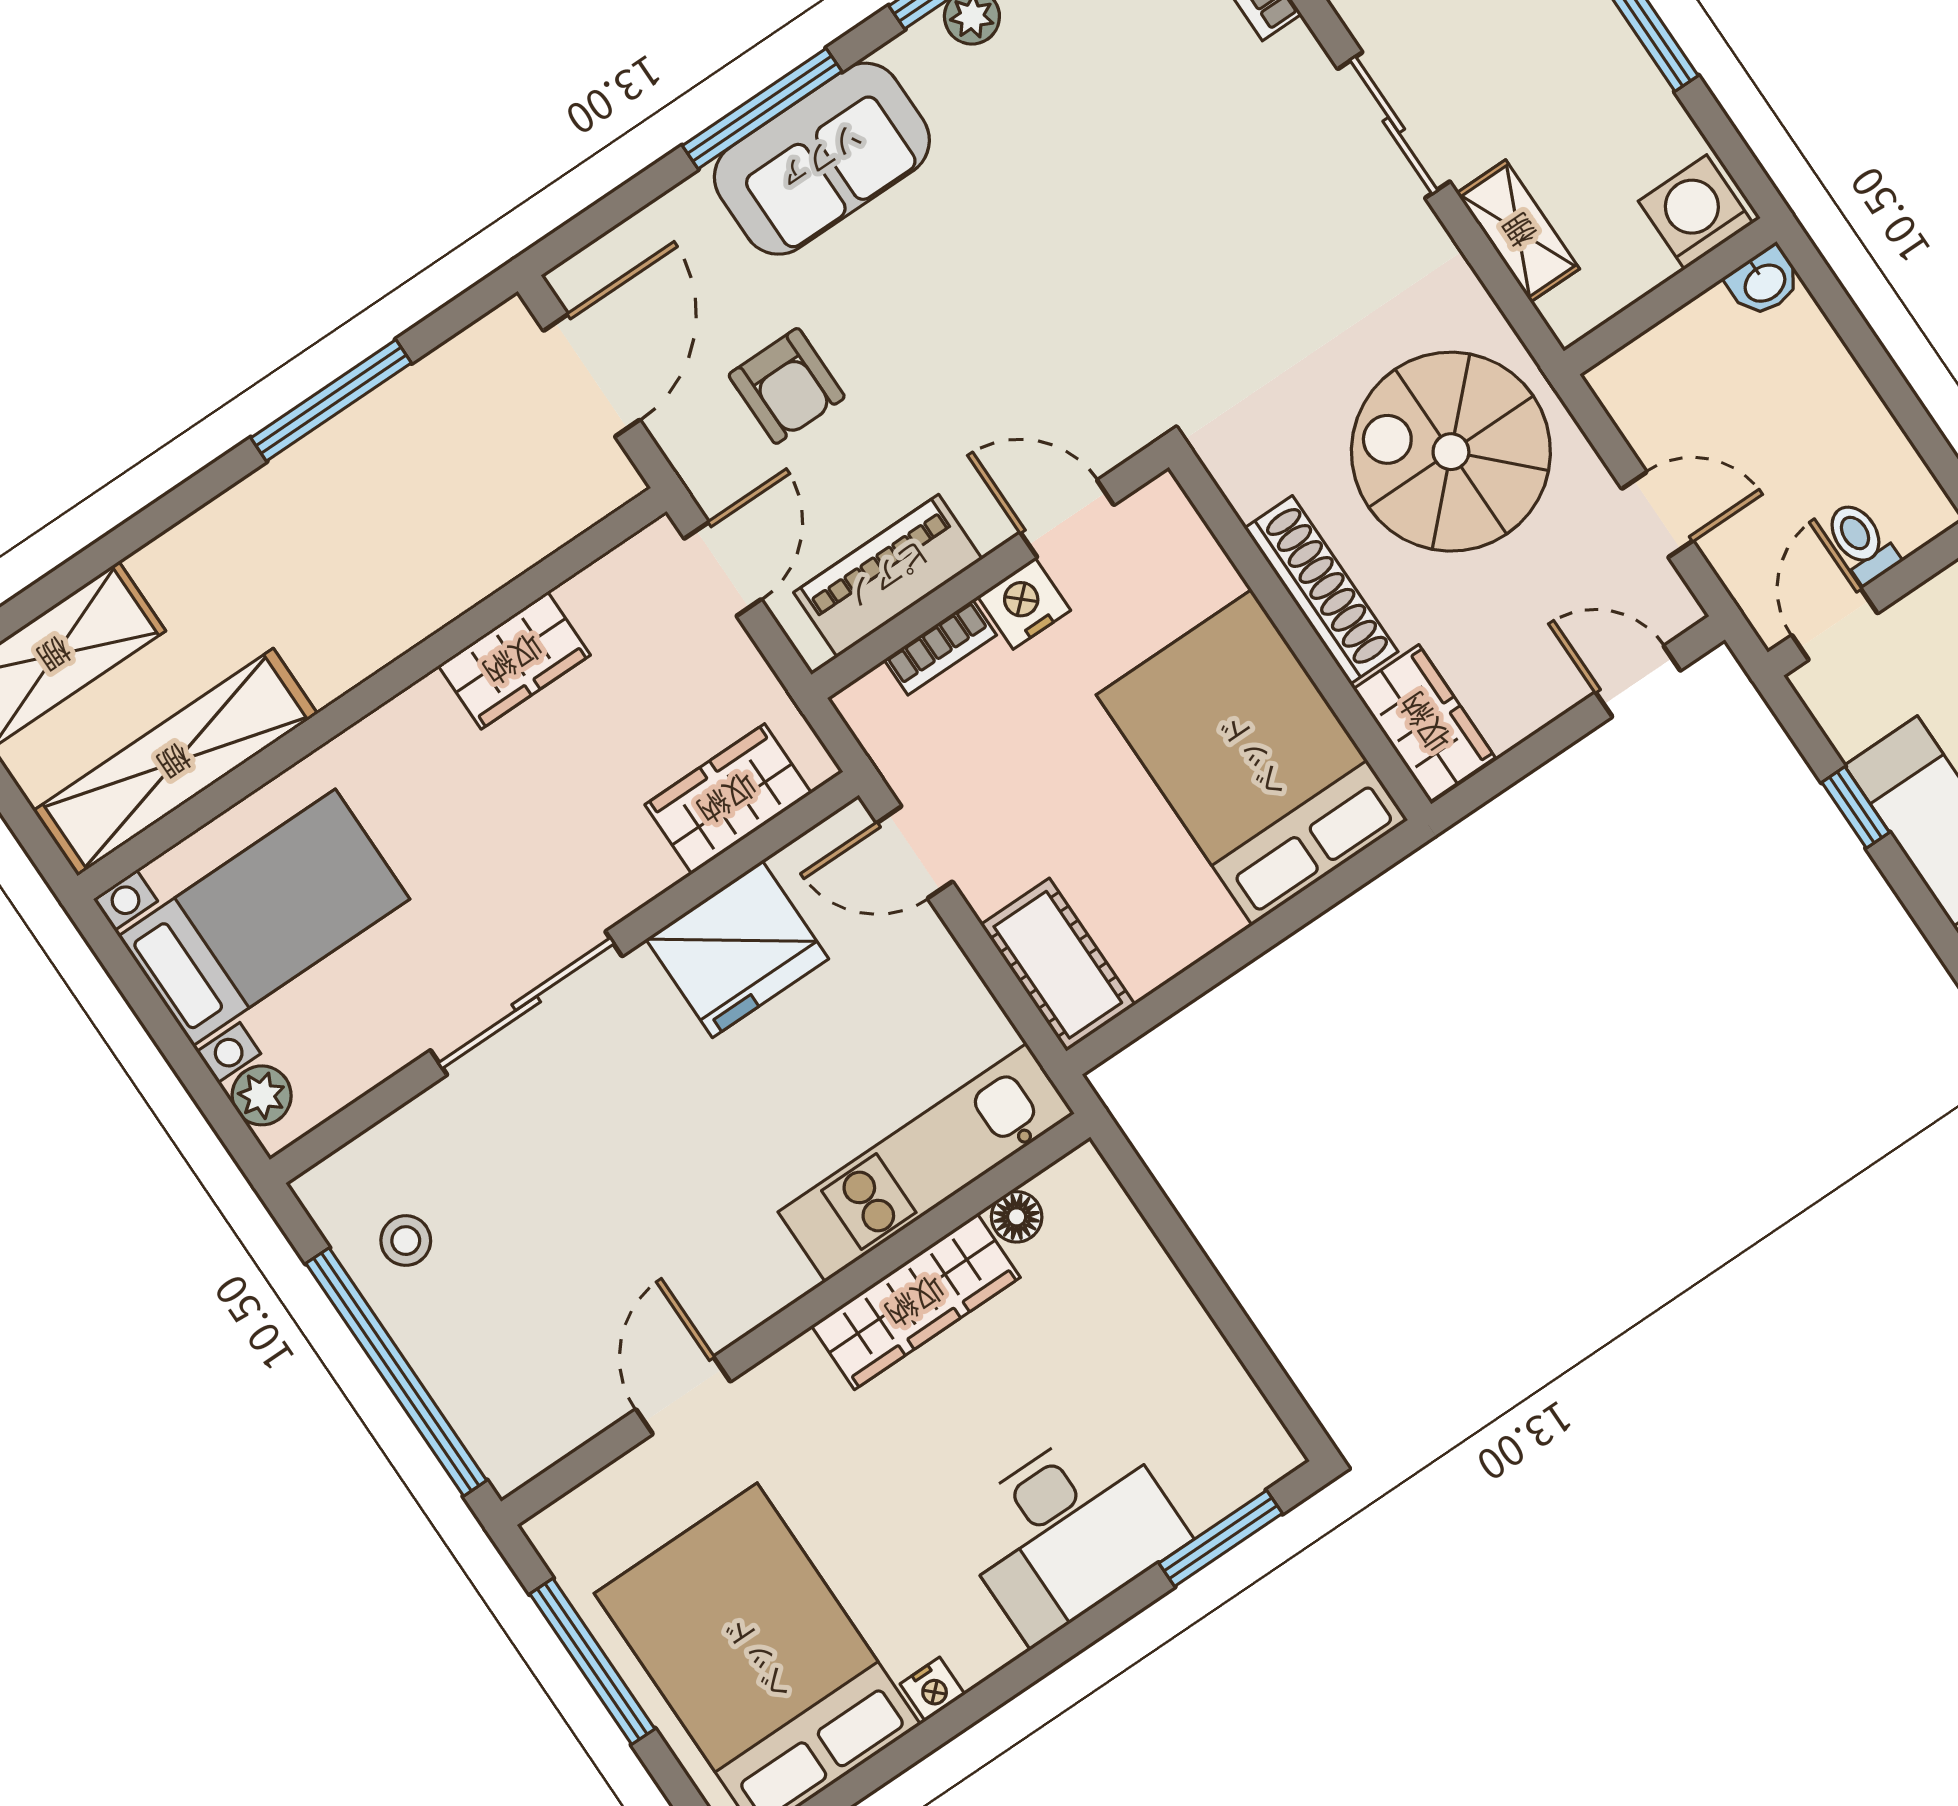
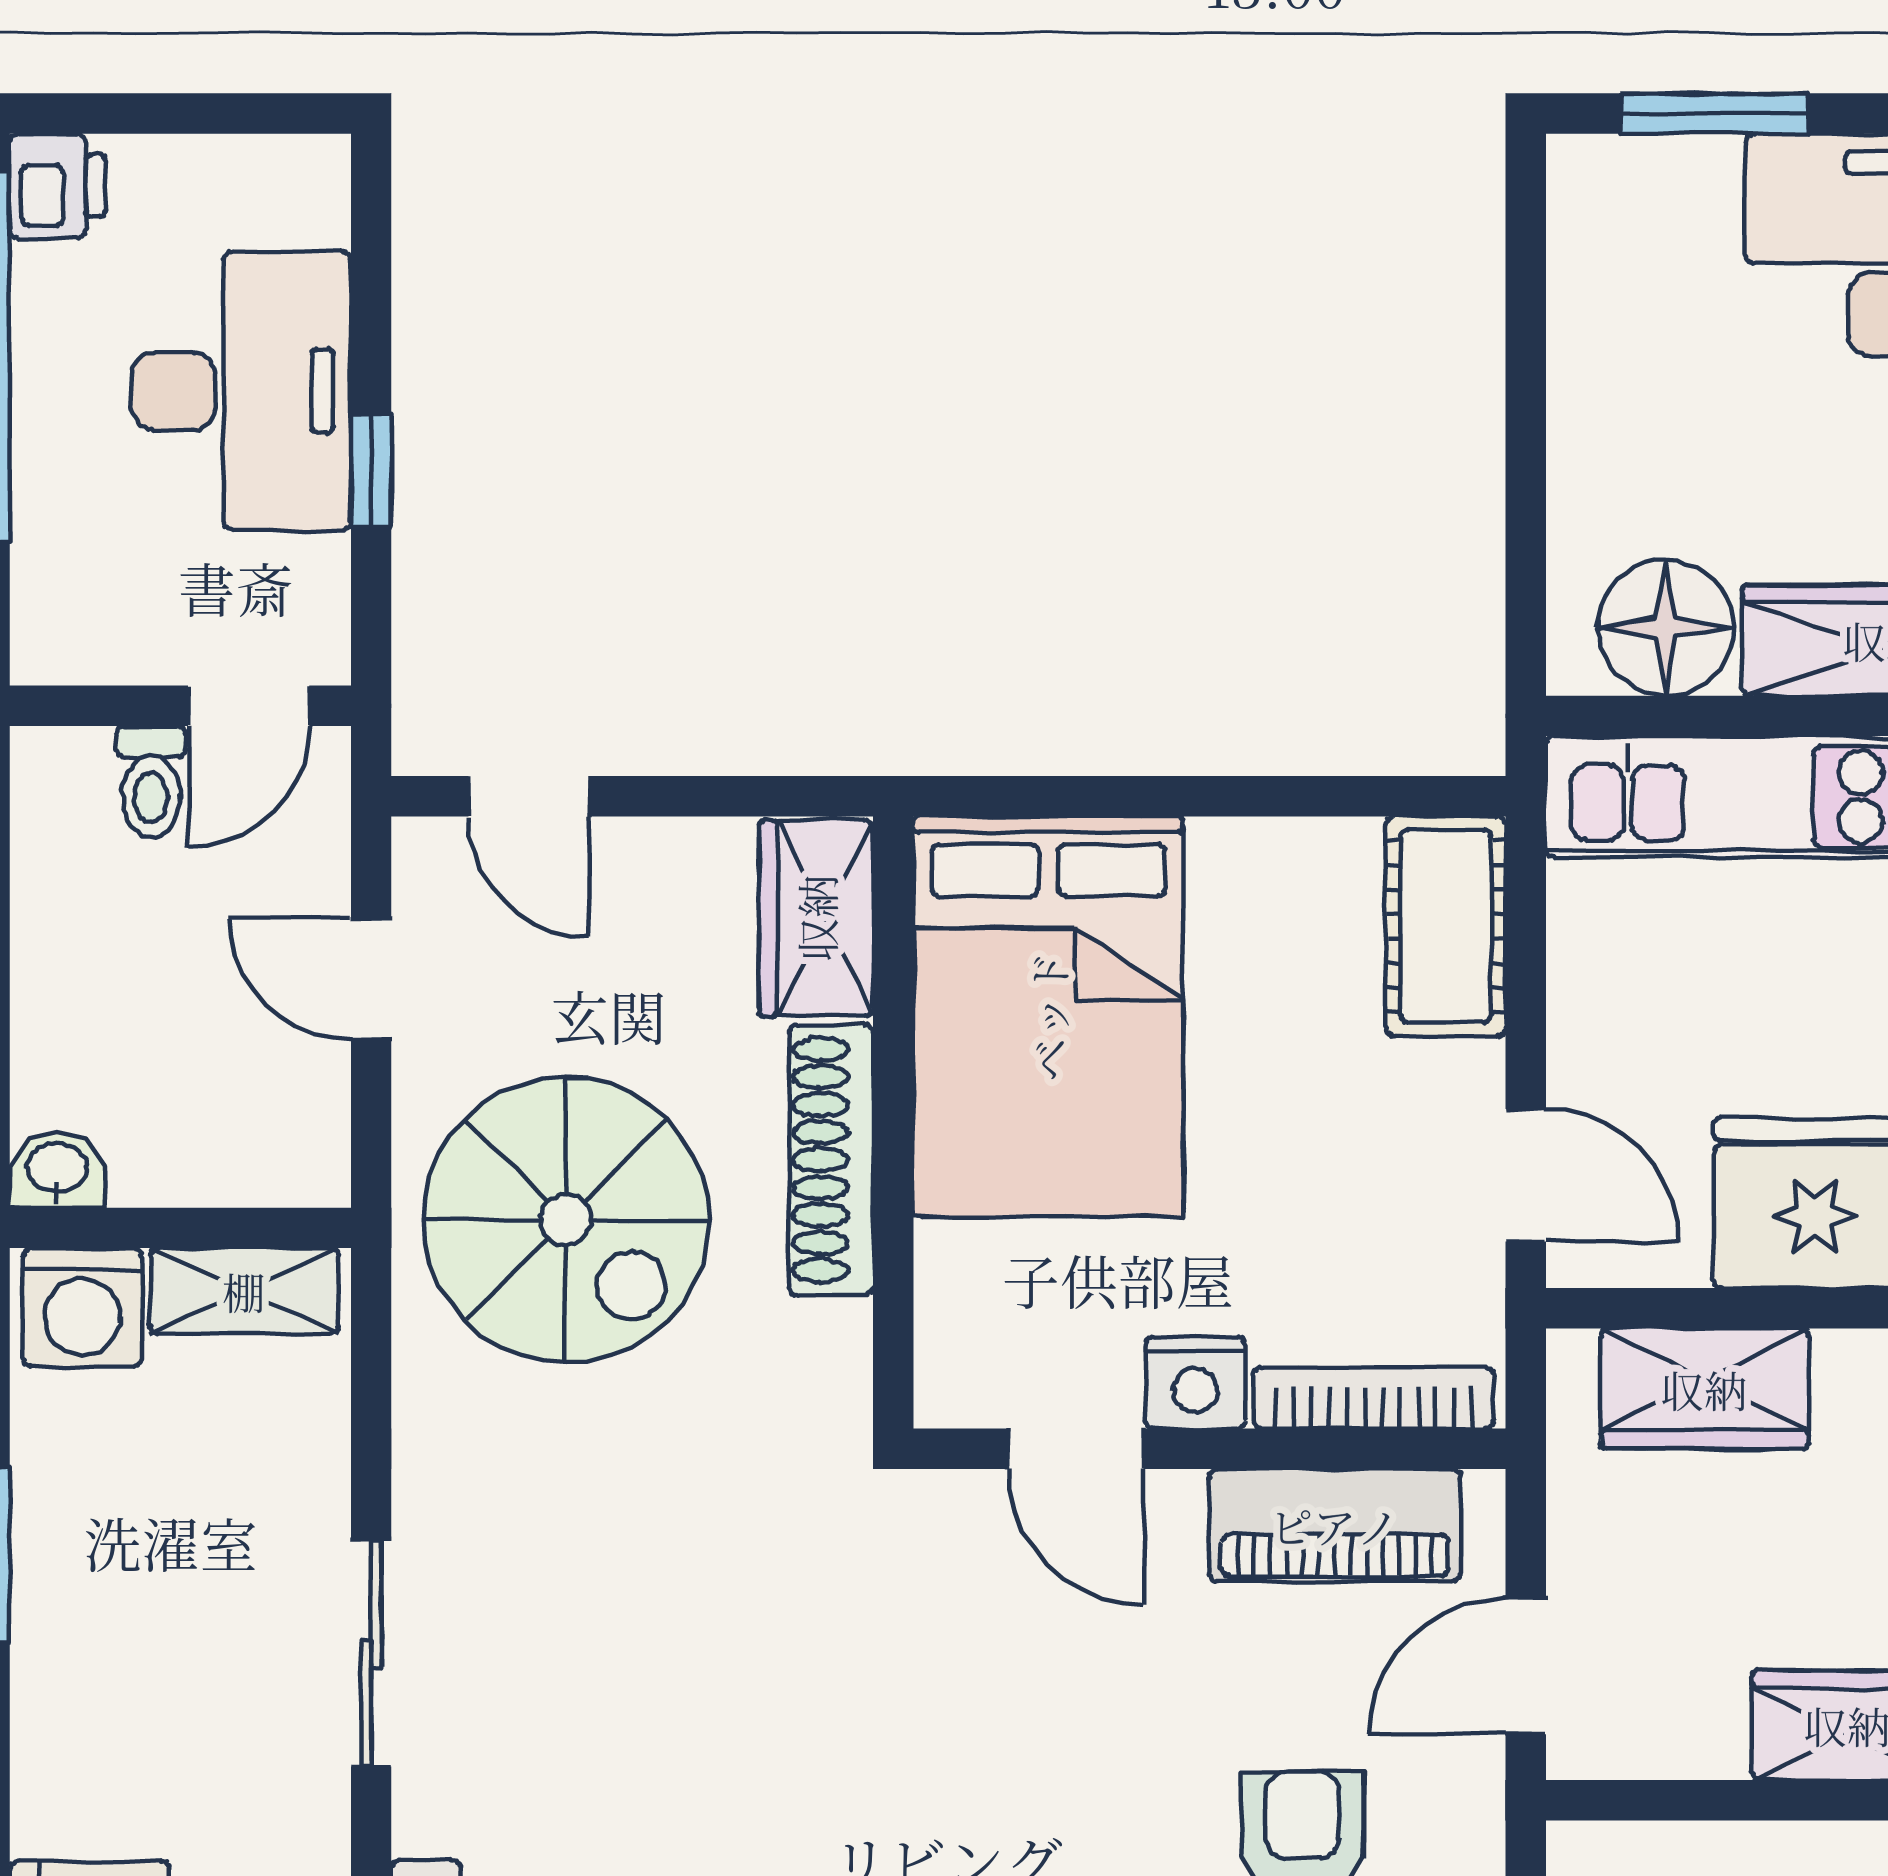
shelving: (1518, 231) -> (244, 1291), moved, turned 90
bookcase: (940, 647) -> (1374, 1398), width x1.56
floor lamp: (1017, 1217) -> (1666, 628), width x1.89, depth x1.89

